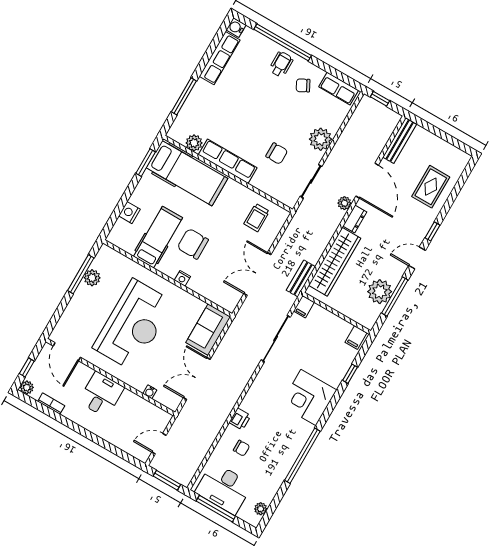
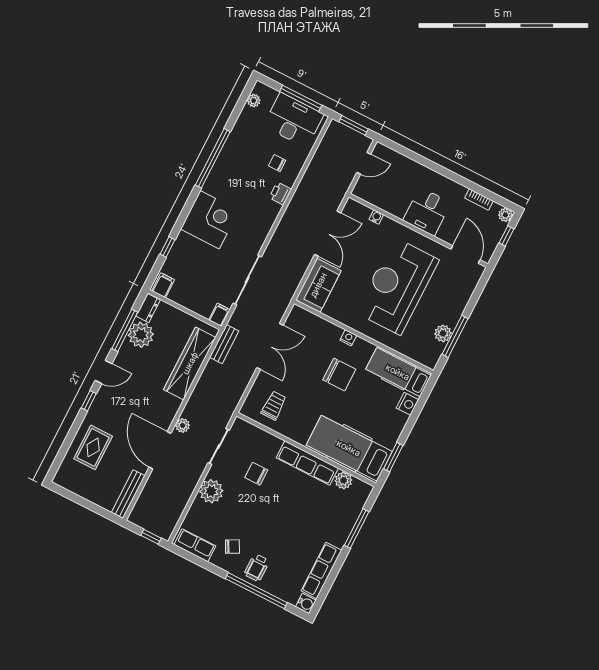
dresser: (355, 219) -> (148, 308), moved, turned 180
hospital bed: (158, 237) -> (398, 372), moved, turned 90

